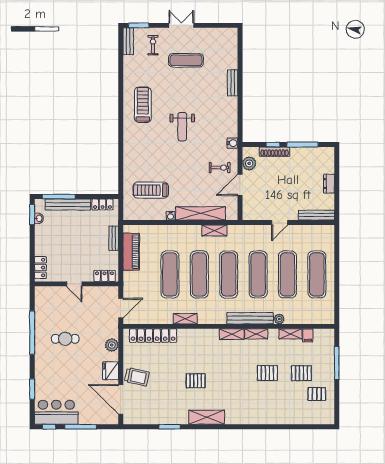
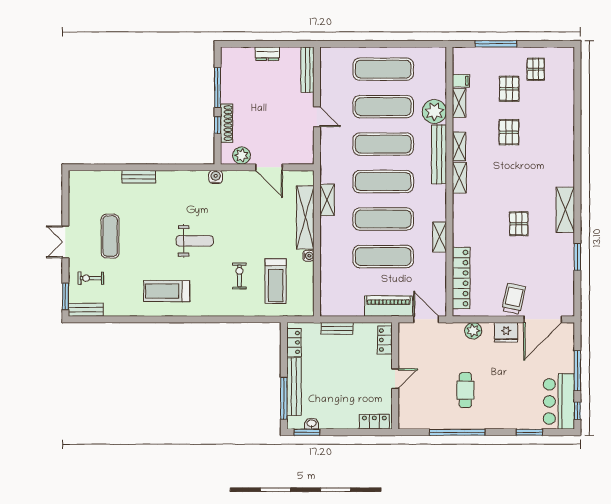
exercise bike: (220, 168) -> (239, 276), moved
piano: (131, 252) -> (388, 306), moved
plant: (279, 319) -> (434, 112), width x1.88, depth x1.88

